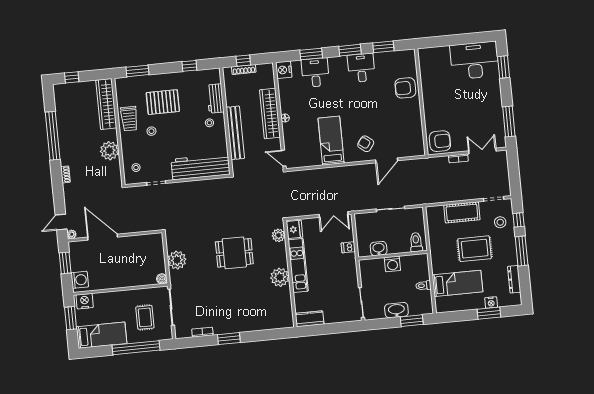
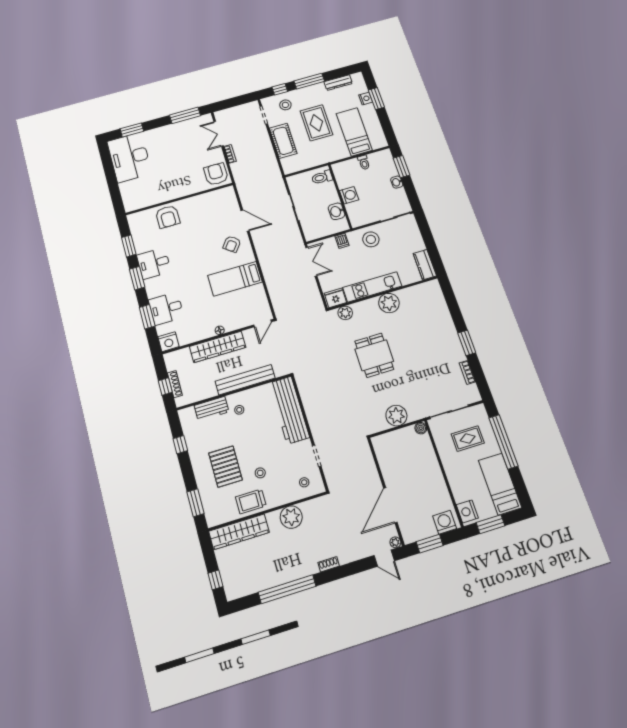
trolley: (129, 119) -> (251, 501), turned 180
stool: (344, 275) -> (371, 239), added
washbasin: (396, 310) -> (397, 182), width x0.52, depth x0.69

